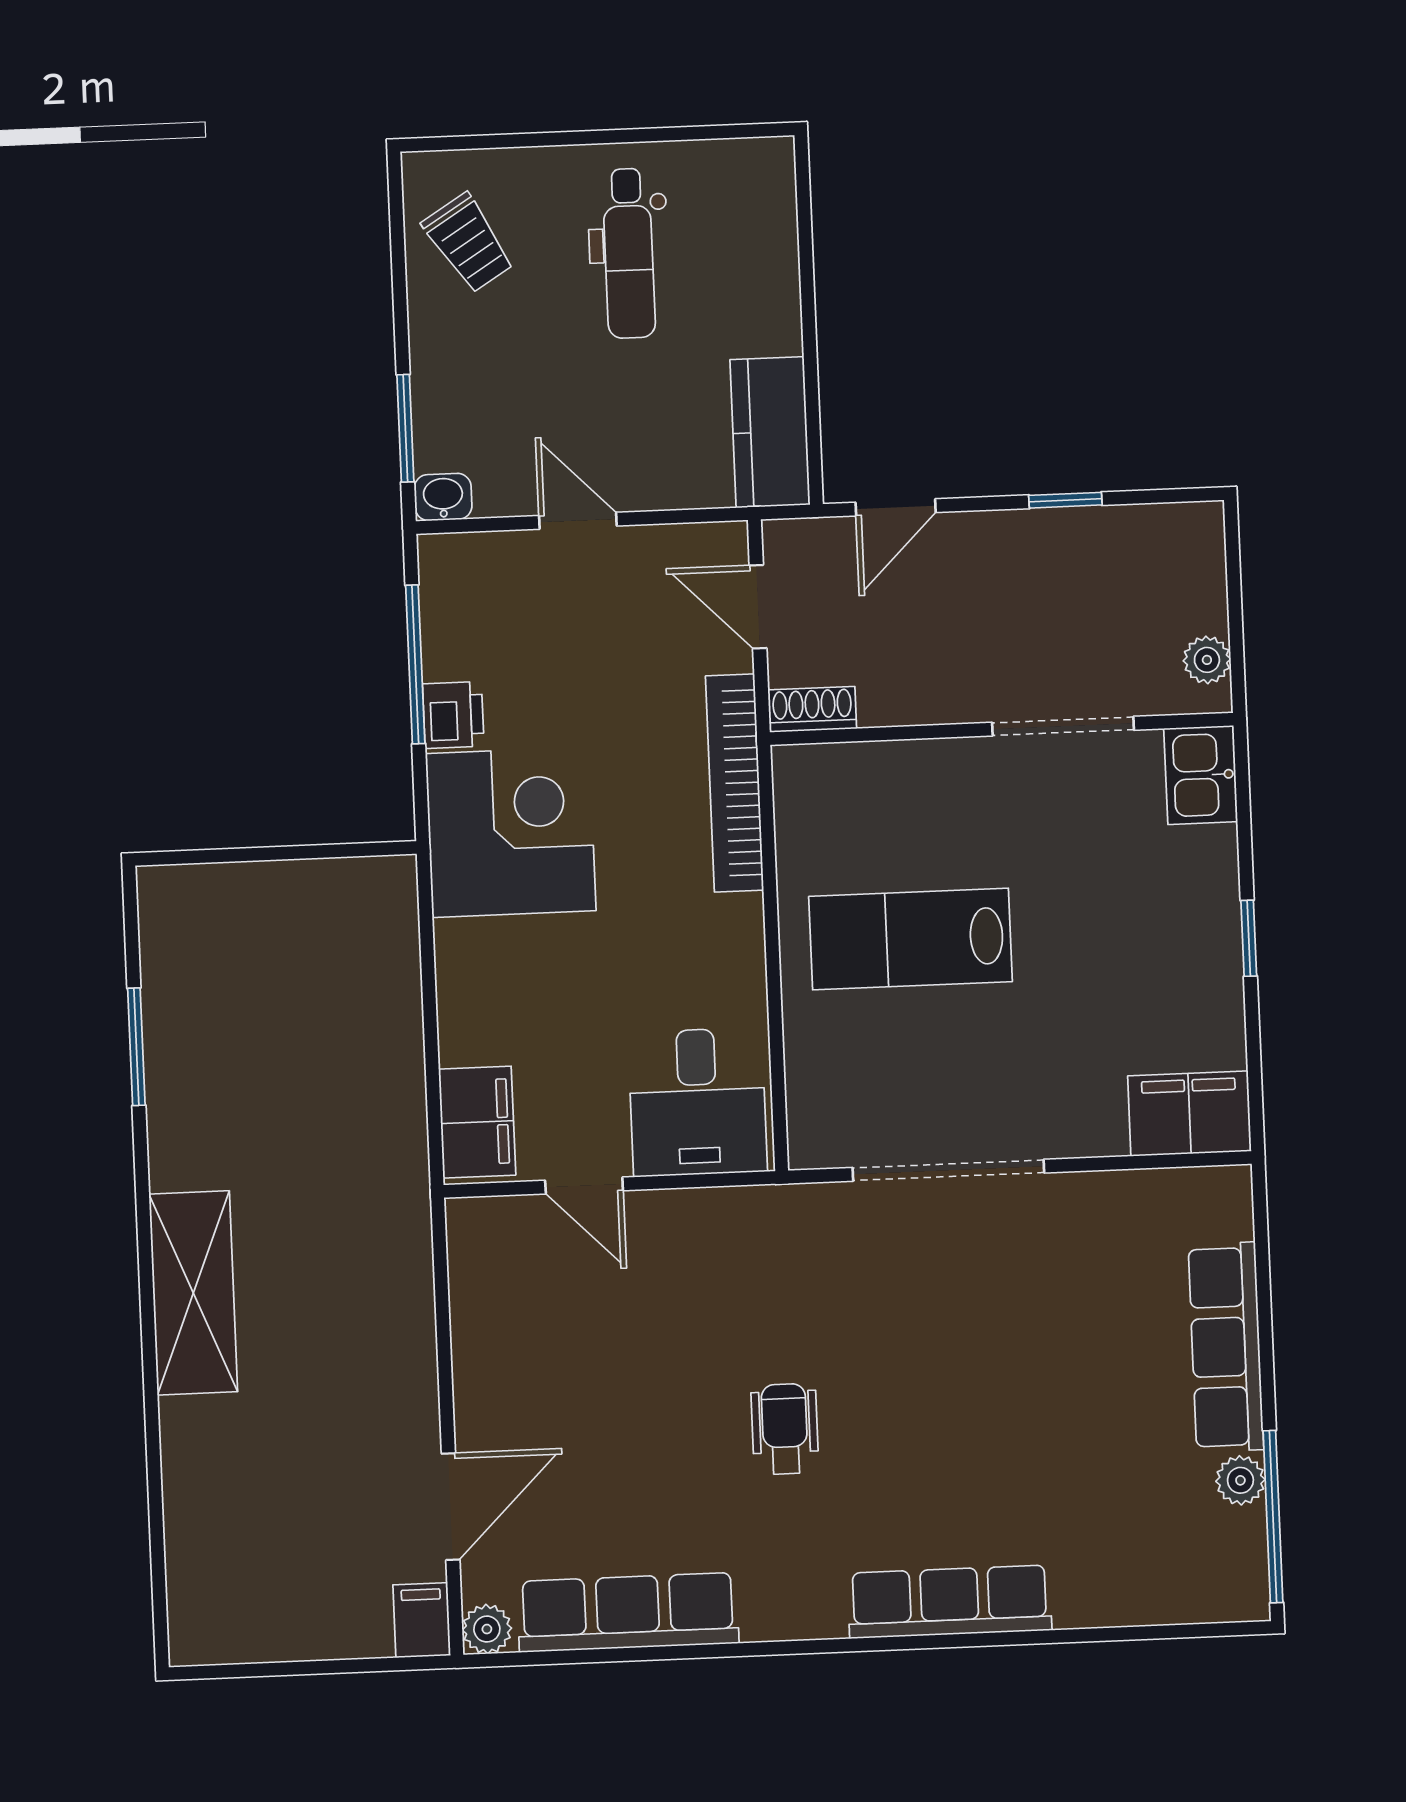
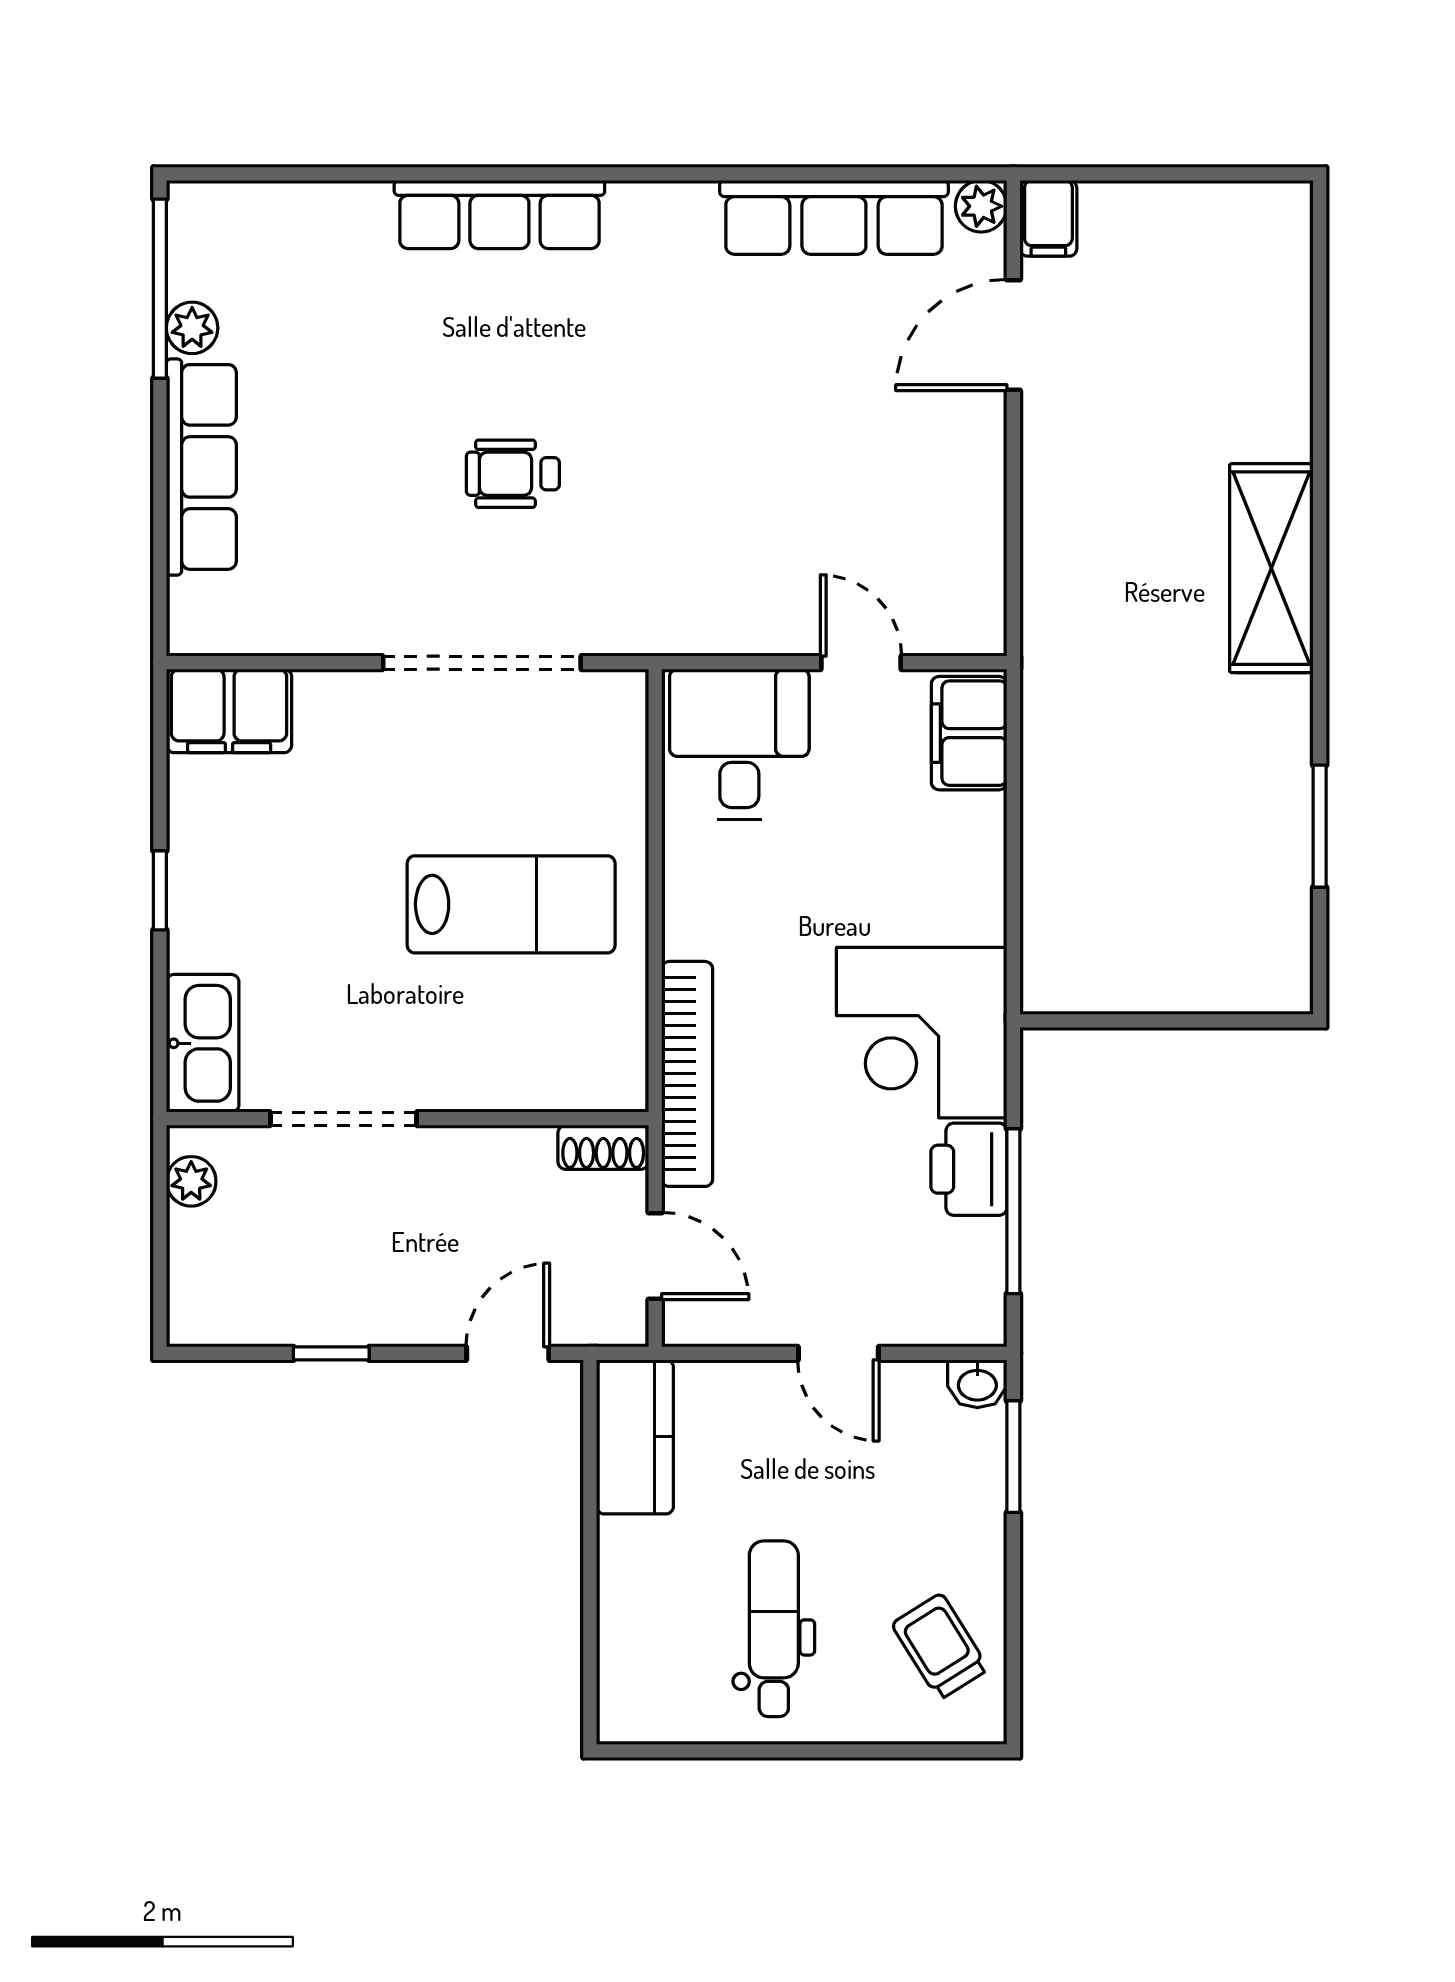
printer: (453, 715) -> (969, 1169), width x1.36, depth x1.24
kitchen sink: (1201, 775) -> (203, 1043), width x1.38
wheelchair: (785, 1429) -> (513, 474), moved, turned 90

